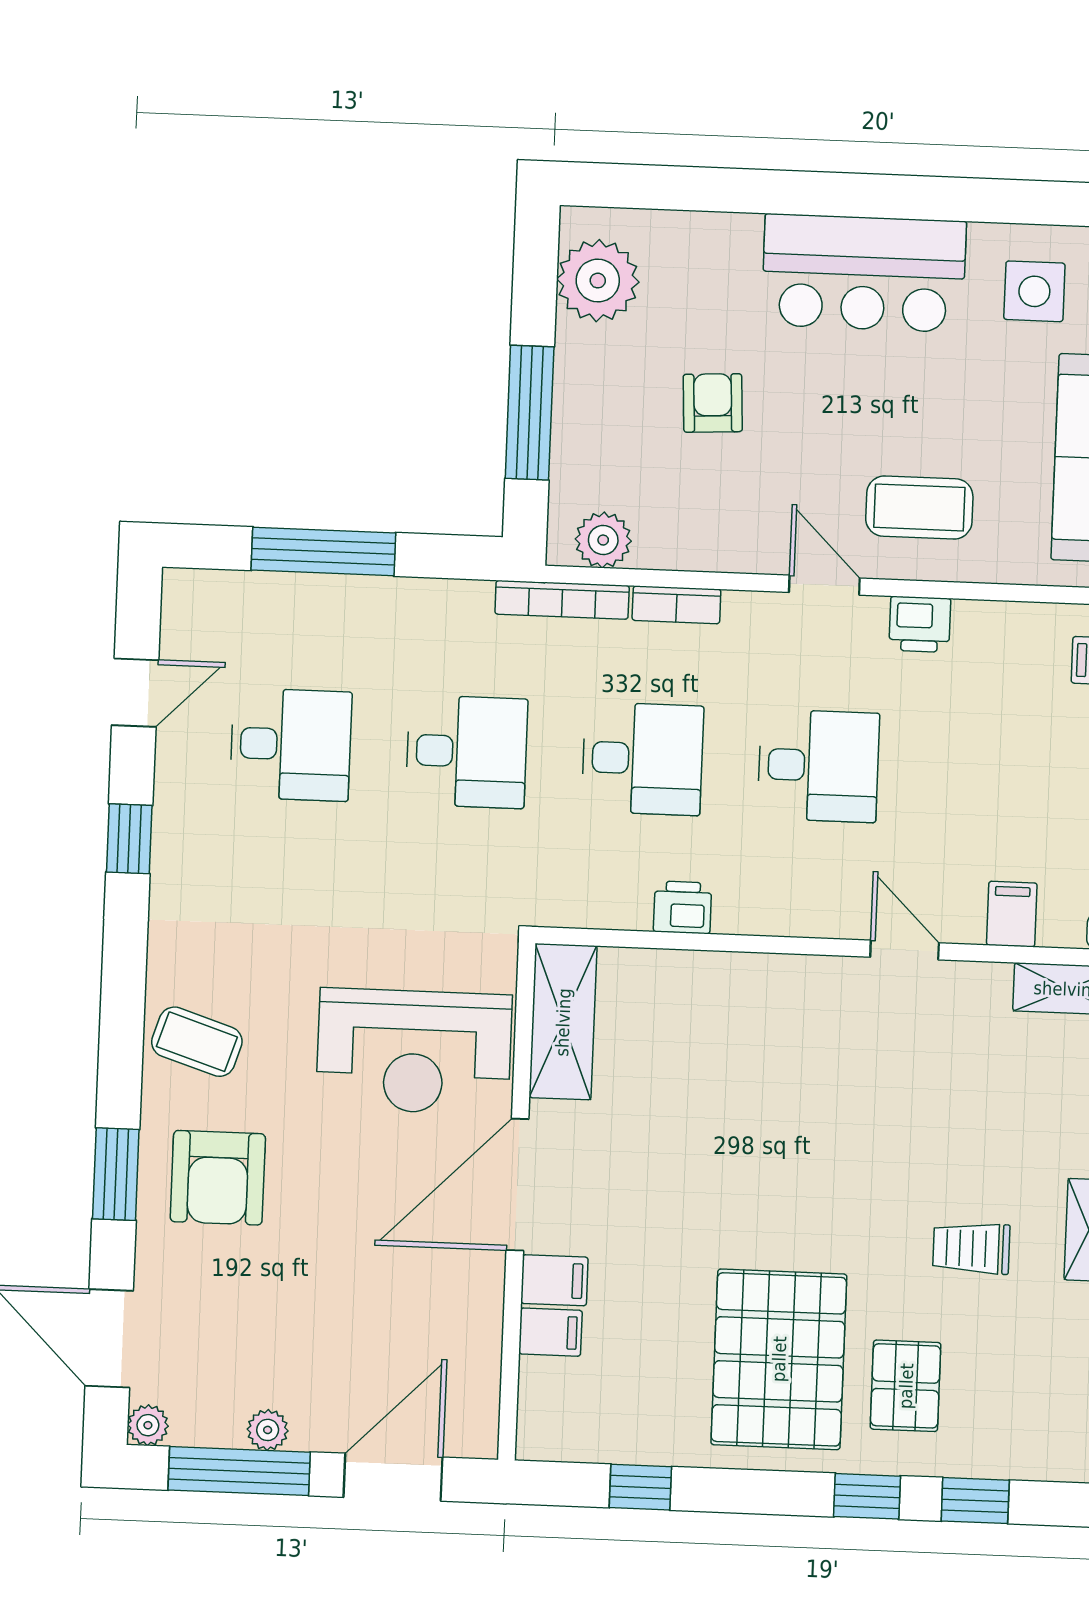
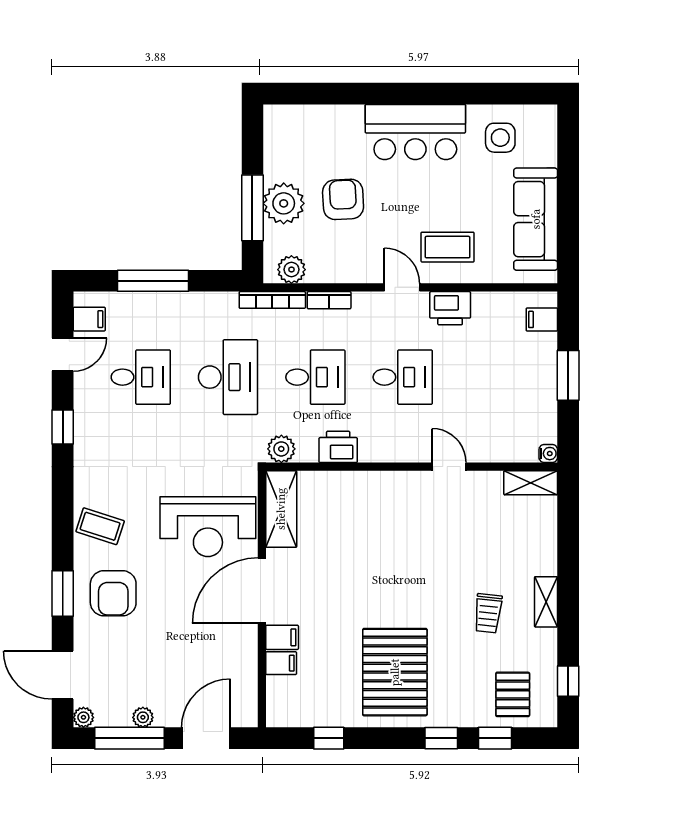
plant: (598, 281) -> (284, 203), moved
armchair: (713, 403) -> (343, 199), width x1.38, depth x1.38
printer: (920, 624) -> (450, 308), width x1.36, depth x1.24
desk: (467, 752) -> (228, 377), width x1.37
plant: (568, 901) -> (281, 449), added
printer: (683, 907) -> (338, 447), width x1.36, depth x1.24
filing cabinet: (1012, 914) -> (89, 319), moved, turned 90
trolley: (971, 1248) -> (488, 613), turned -84
pallet: (906, 1386) -> (513, 694), moved

